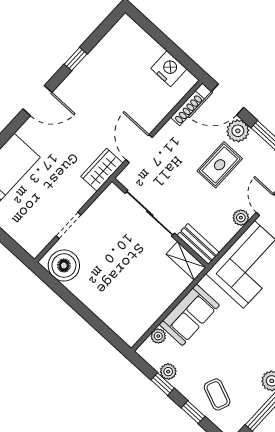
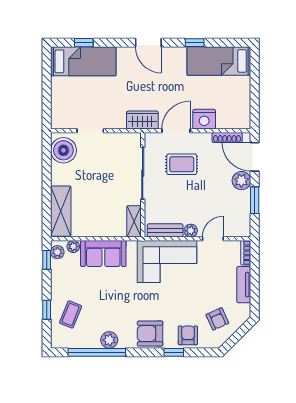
bed: (112, 52) -> (219, 61), added
nightstand: (169, 69) -> (204, 119), moved, turned 90
rug: (220, 165) -> (182, 164), moved
bench: (198, 244) -> (165, 230), moved, turned 90
shelving: (116, 318) -> (61, 211), added
plant: (168, 372) -> (57, 252), moved
window: (163, 384) -> (47, 260), moved

